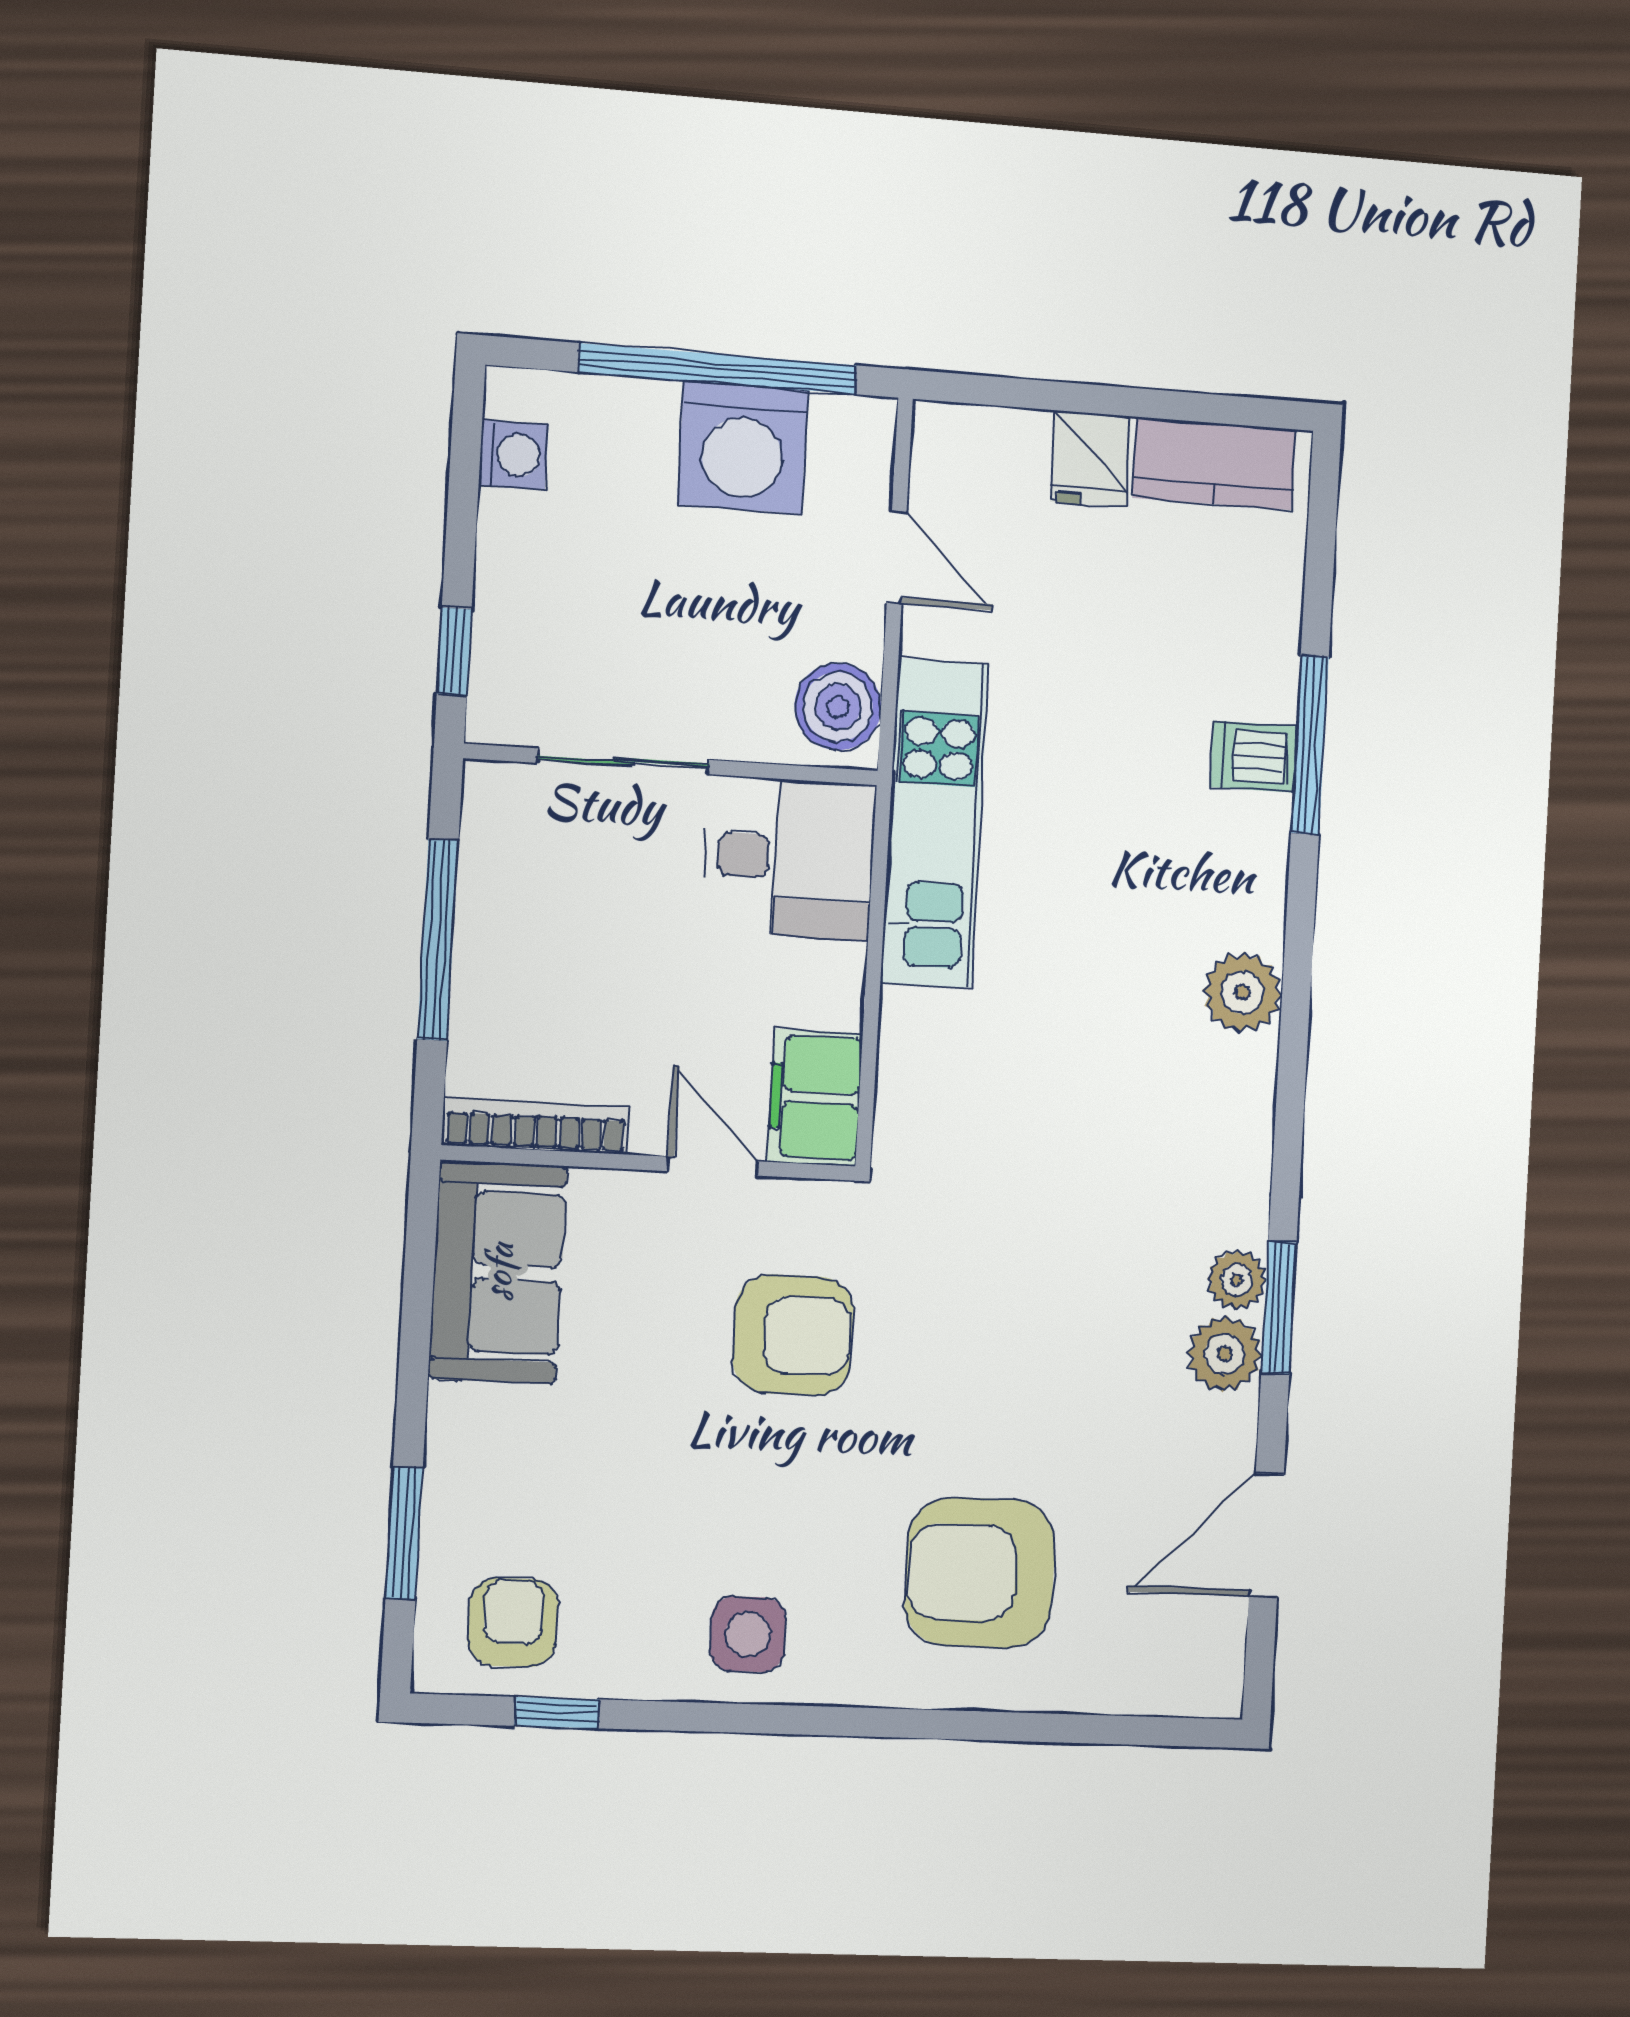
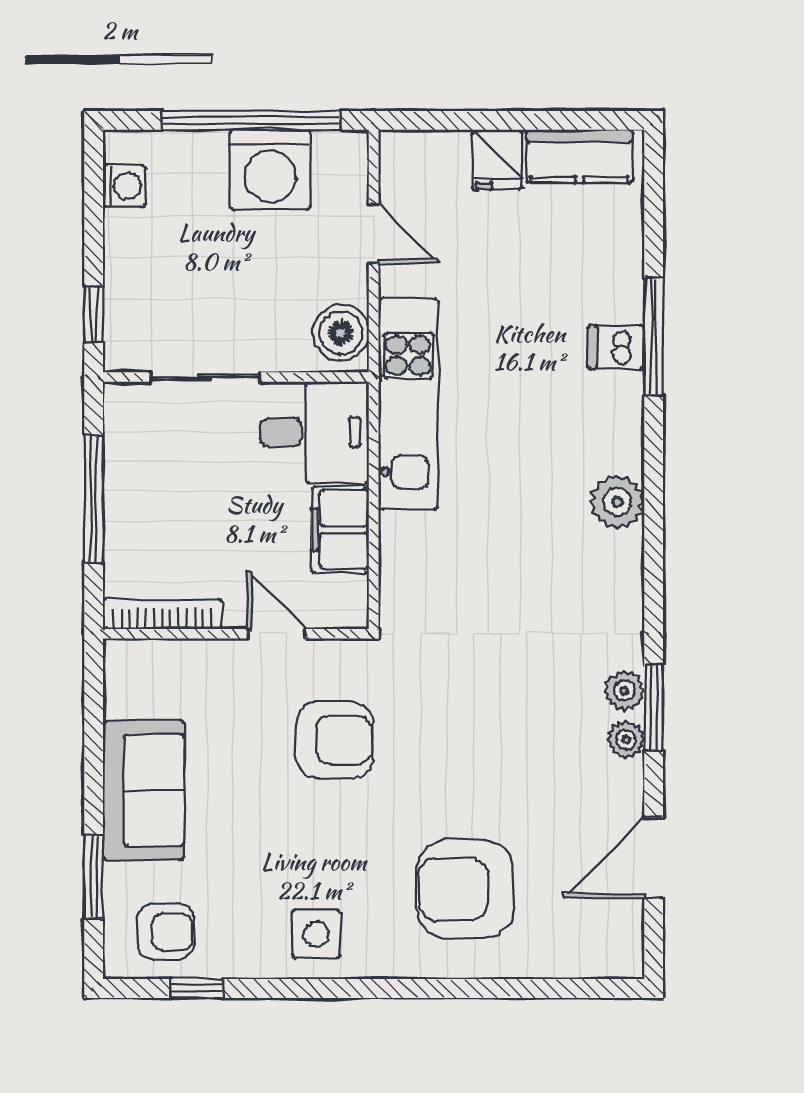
filing cabinet: (815, 1097) -> (340, 530), moved
sofa: (498, 1272) -> (143, 790), moved
plant: (1225, 1354) -> (626, 740), width x0.73, depth x0.73
armchair: (513, 1622) -> (165, 932), turned 90

